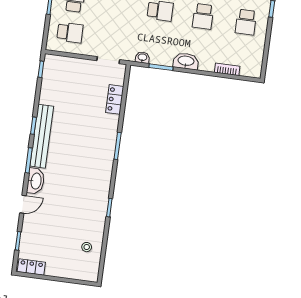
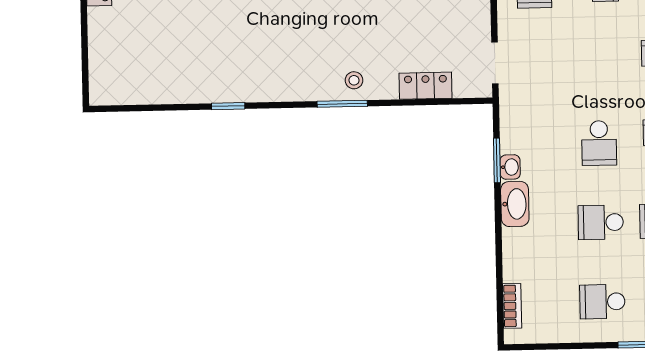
washbasin: (142, 58) -> (510, 167), moved
bookcase: (227, 69) -> (512, 306), moved
stool: (87, 247) -> (354, 80), moved

